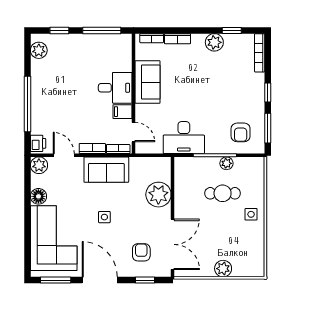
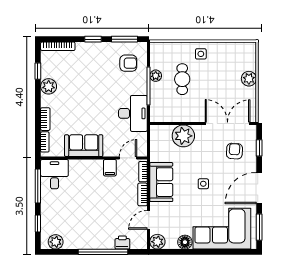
desk: (115, 88) -> (54, 174), moved
printer: (38, 143) -> (122, 242), moved
armchair: (141, 252) -> (234, 151), turned 93

